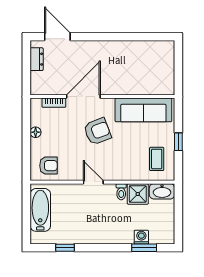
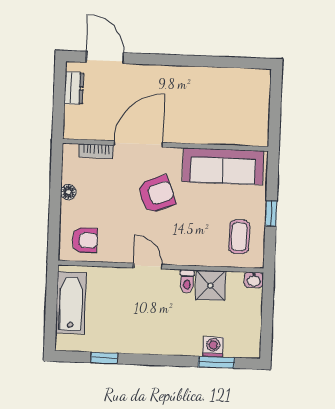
washbasin: (162, 191) -> (254, 280), width x0.52, depth x0.69

